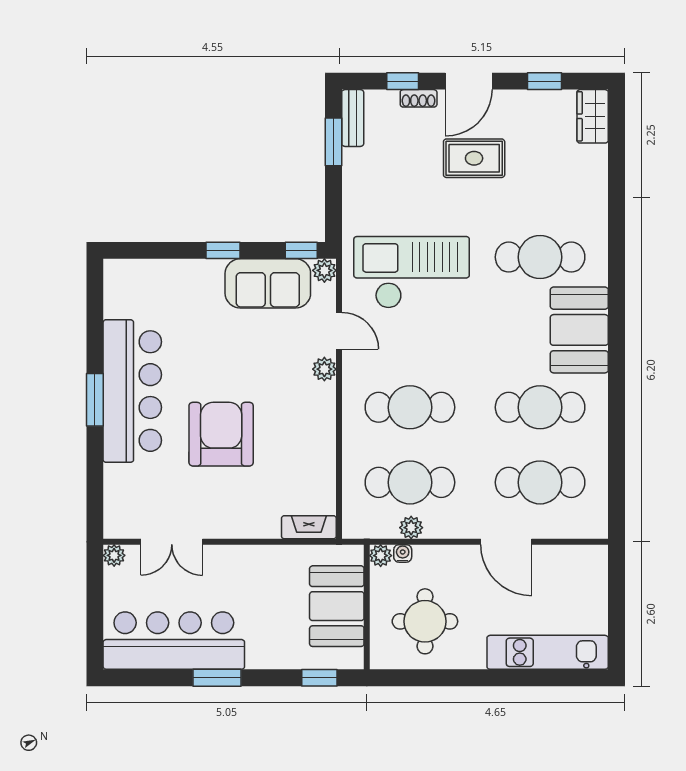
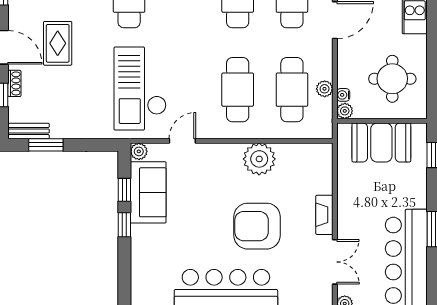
window: (301, 250) -> (124, 190), moved
plant: (324, 369) -> (259, 159), moved, width x1.88, depth x1.88
fireplace: (309, 527) -> (324, 215), moved

